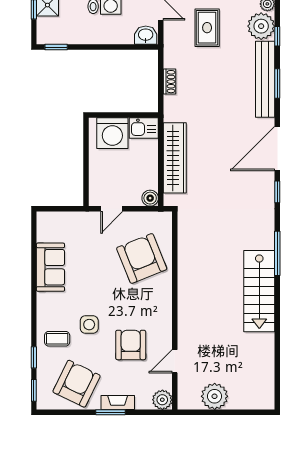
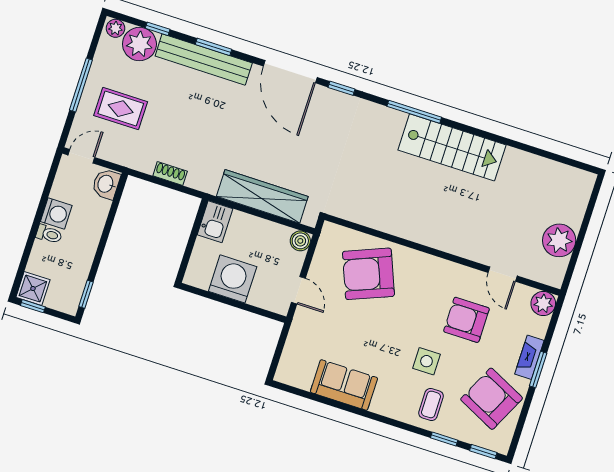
washing machine: (112, 133) -> (233, 279), moved, turned -90

